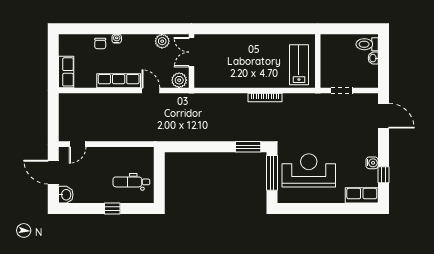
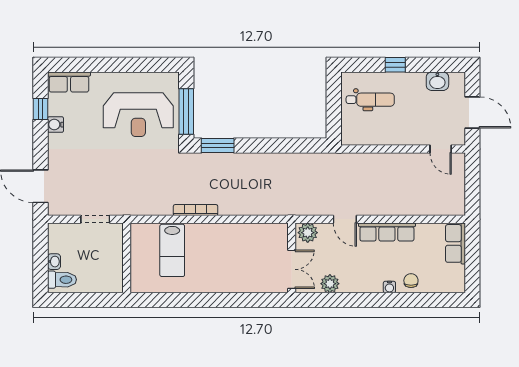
lab bench: (299, 65) -> (172, 250), moved
door: (78, 144) -> (441, 149), swing flipped
washbasin: (66, 195) -> (437, 81), moved, turned -90

